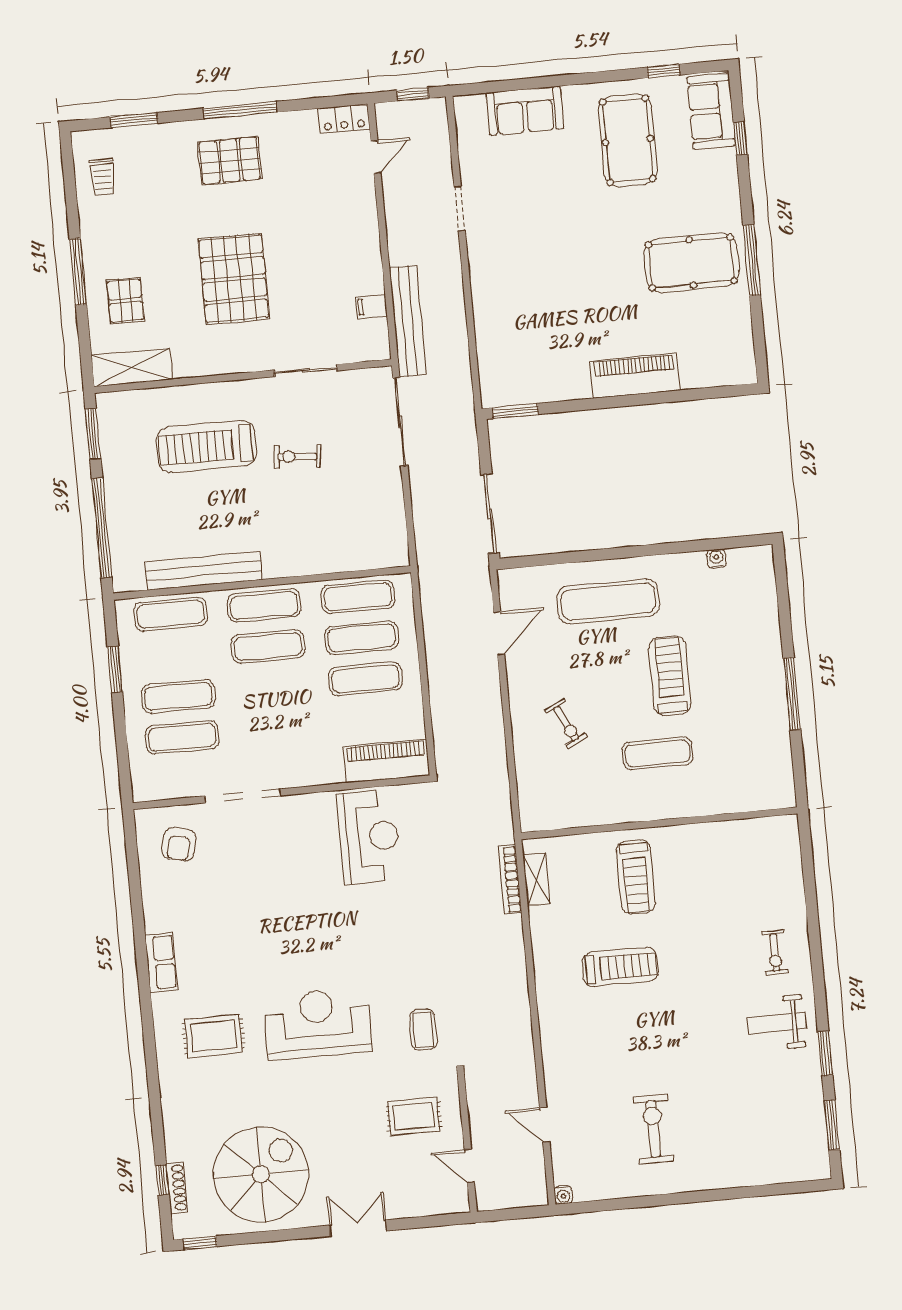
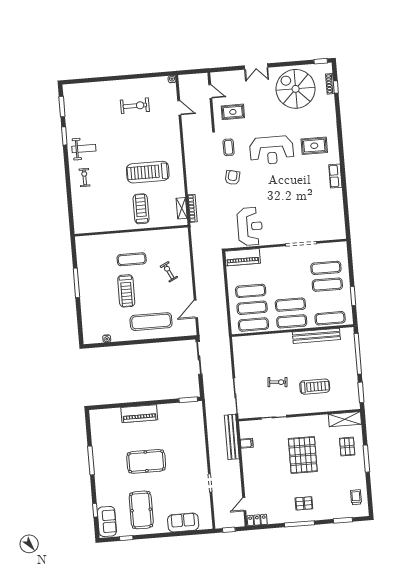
pallet: (230, 161) -> (304, 503), width x0.67, depth x0.71
pool table: (691, 263) -> (146, 461), moved
treadmill: (206, 447) -> (315, 387), width x0.73, depth x0.73
reception desk: (369, 837) -> (250, 226), turned 180
armchair: (179, 844) -> (232, 177), moved
treadmill: (620, 967) -> (148, 172), width x1.37, depth x1.38
exercise bike: (653, 1129) -> (135, 106), turned -90
spiral stairs: (261, 1174) -> (296, 89), turned 90

